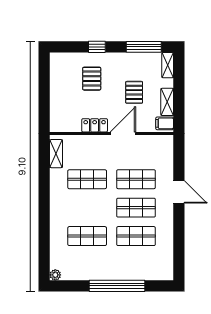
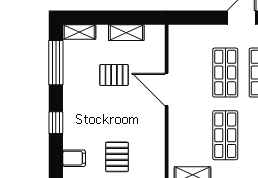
pallet: (92, 79) -> (117, 157), moved, turned 90
filing cabinet: (165, 123) -> (74, 158), moved, turned -90
locker: (95, 125) -> (156, 126), removed

